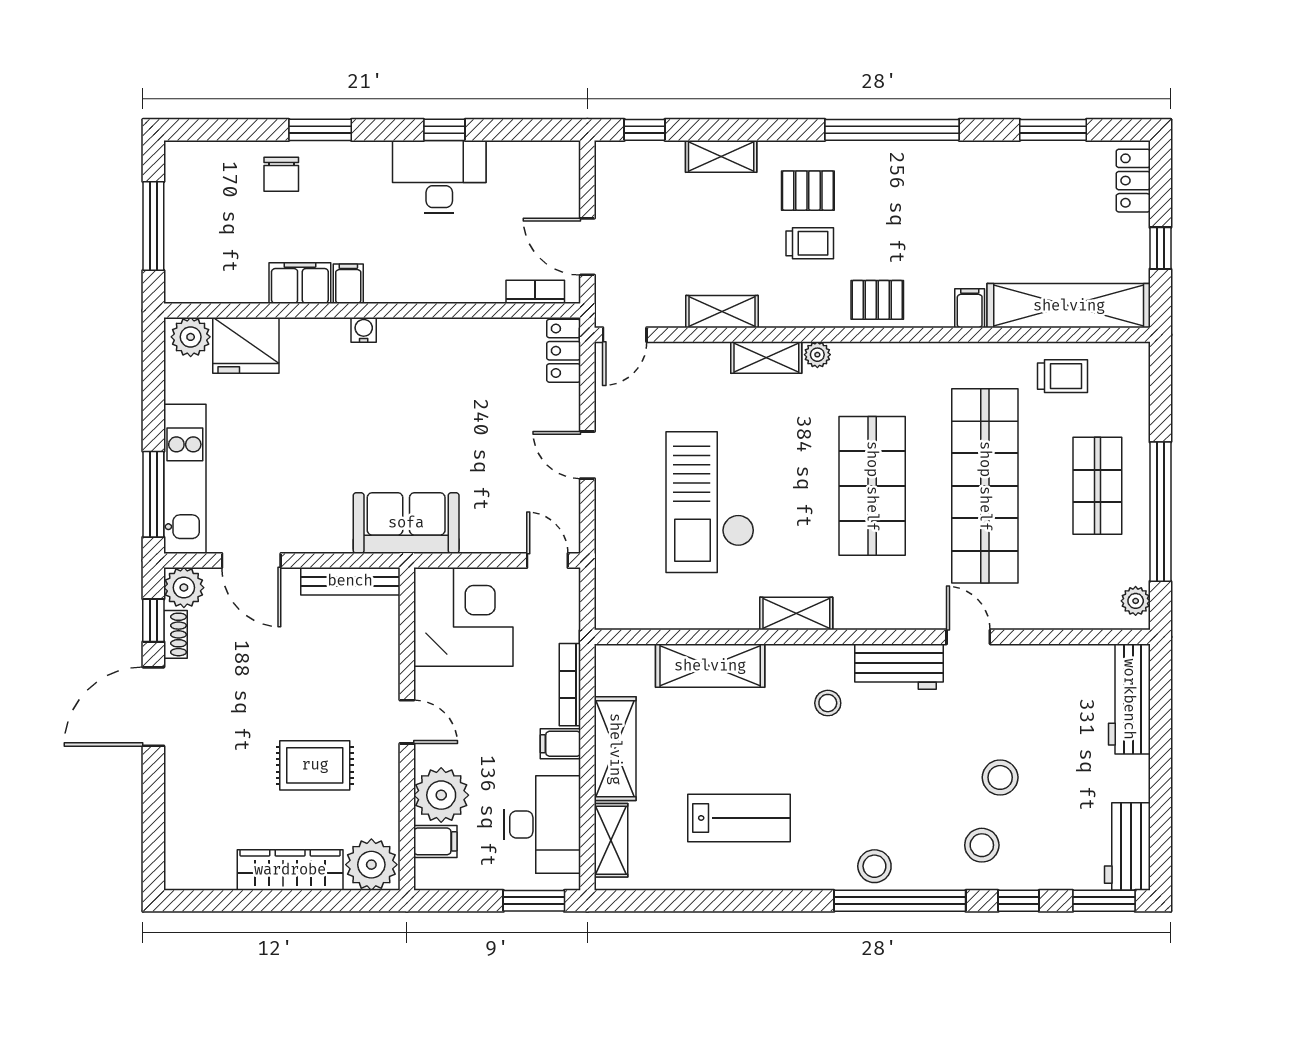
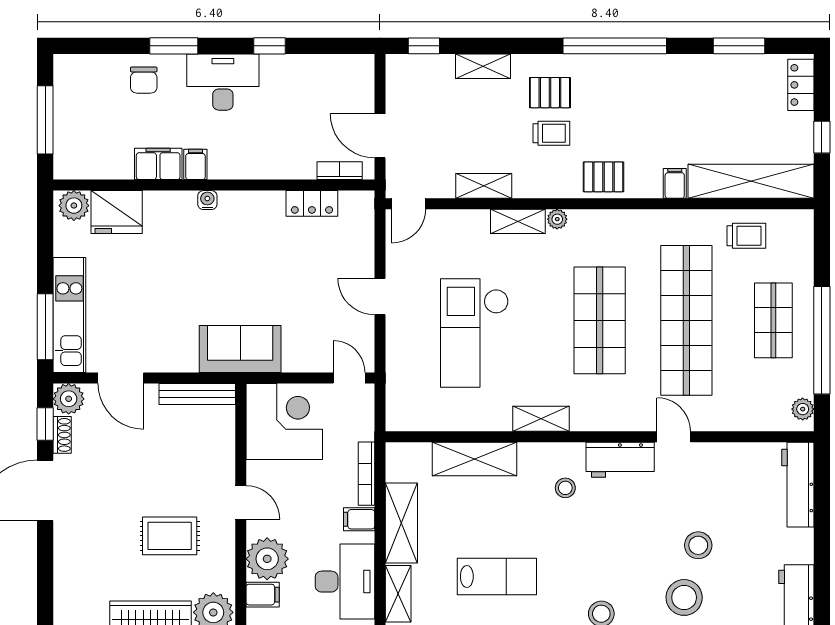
desk: (439, 177) -> (223, 82), moved
locker: (564, 351) -> (312, 203), moved, turned -90
stool: (982, 845) -> (684, 597), width x1.38, depth x1.38

